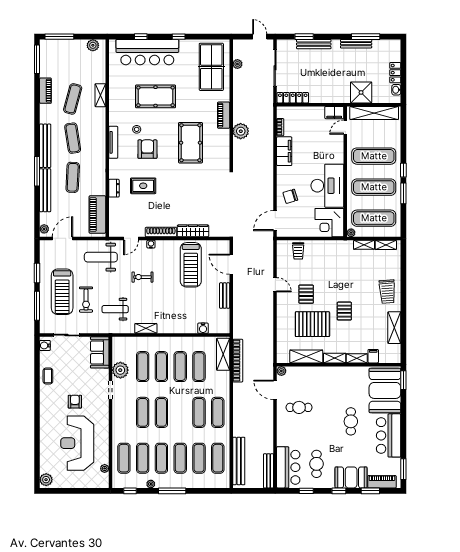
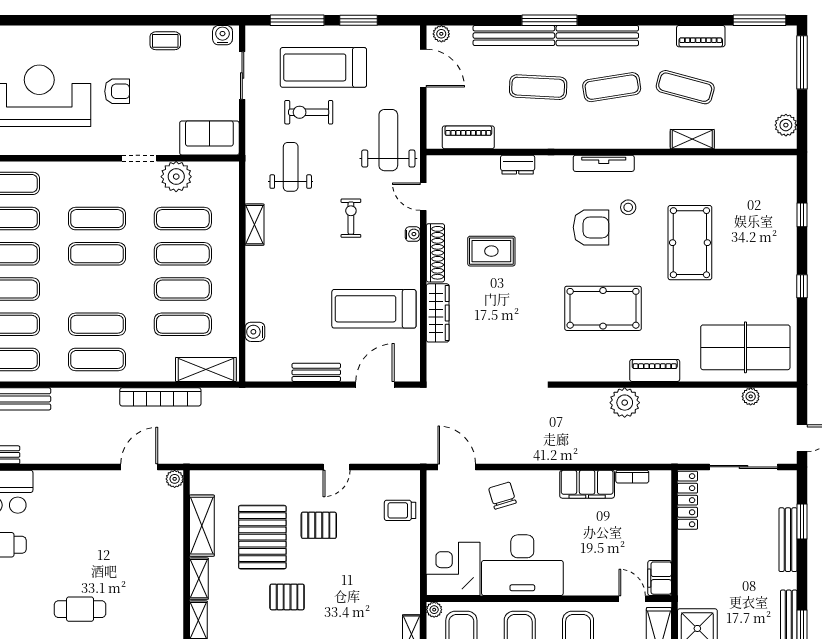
bar counter: (147, 52) -> (773, 227), removed
rug: (143, 186) -> (491, 251), moved, turned 90
piano: (97, 214) -> (468, 137), width x0.73, depth x0.75
bookcase: (238, 361) -> (160, 397), moved
cafe table: (299, 407) -> (106, 512), removed

